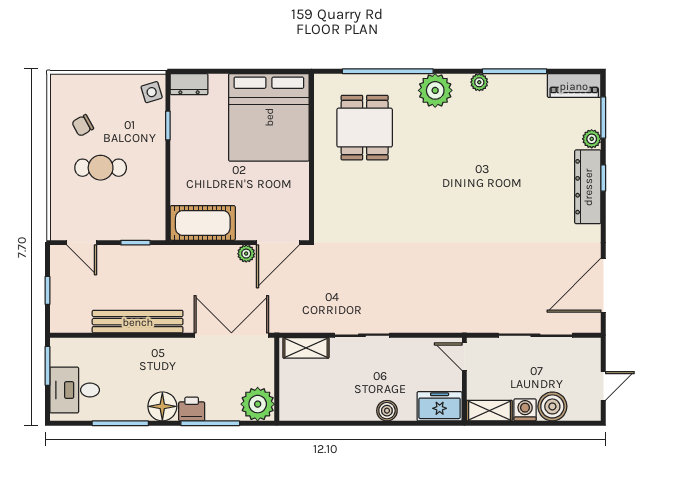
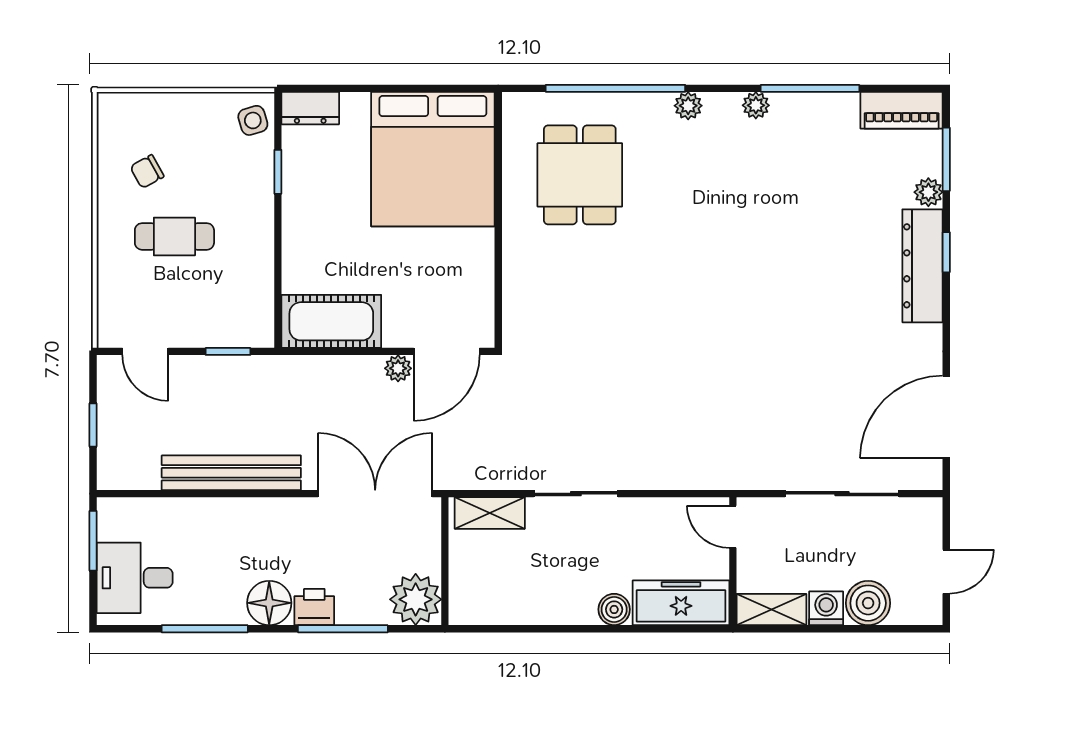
plant: (435, 90) -> (688, 106), width x0.53, depth x0.53
freezer: (440, 406) -> (681, 603), width x1.40

